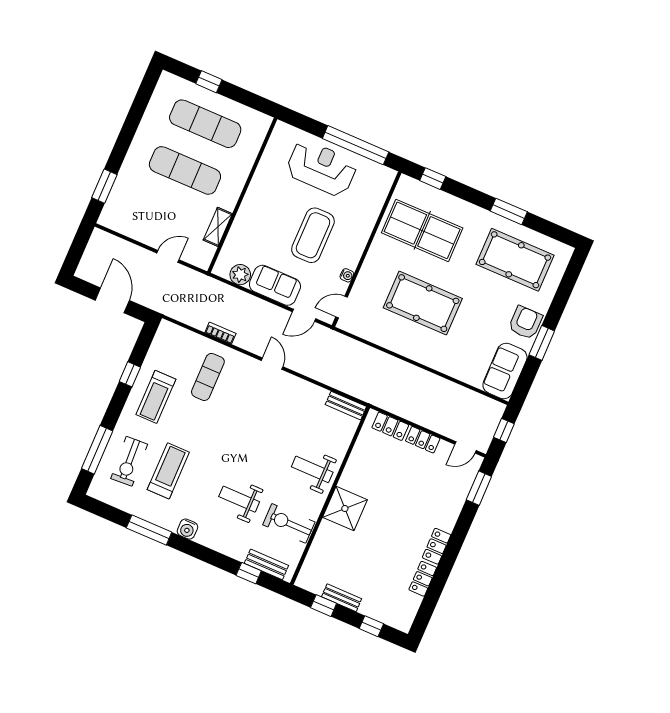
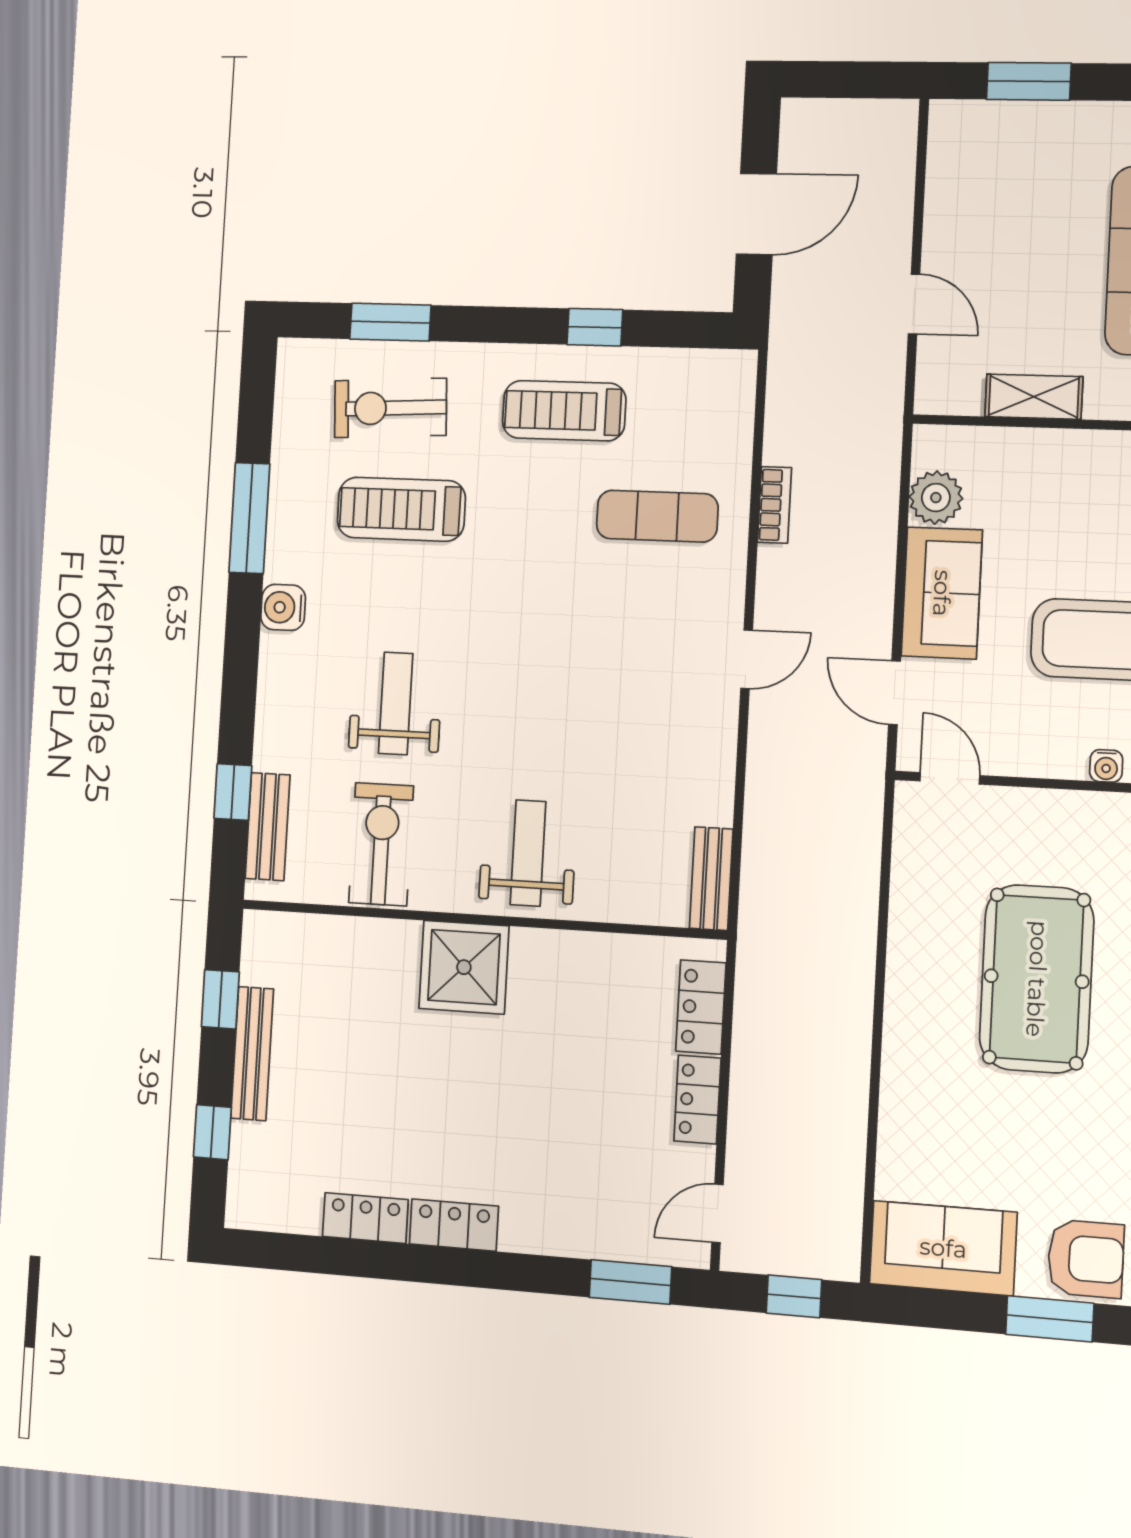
water cooler: (347, 275) -> (1106, 766), moved
door: (465, 447) -> (717, 1213), hinge flipped
window: (97, 450) -> (390, 322), width x0.69
treadmill: (168, 471) -> (401, 509), turned 180
bench: (342, 598) -> (252, 1054), width x1.36

